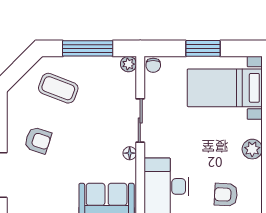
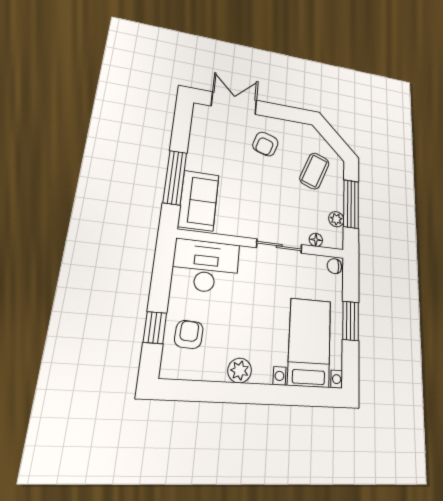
plant: (128, 64) -> (336, 219), moved
floor lamp: (130, 153) -> (316, 240), moved

